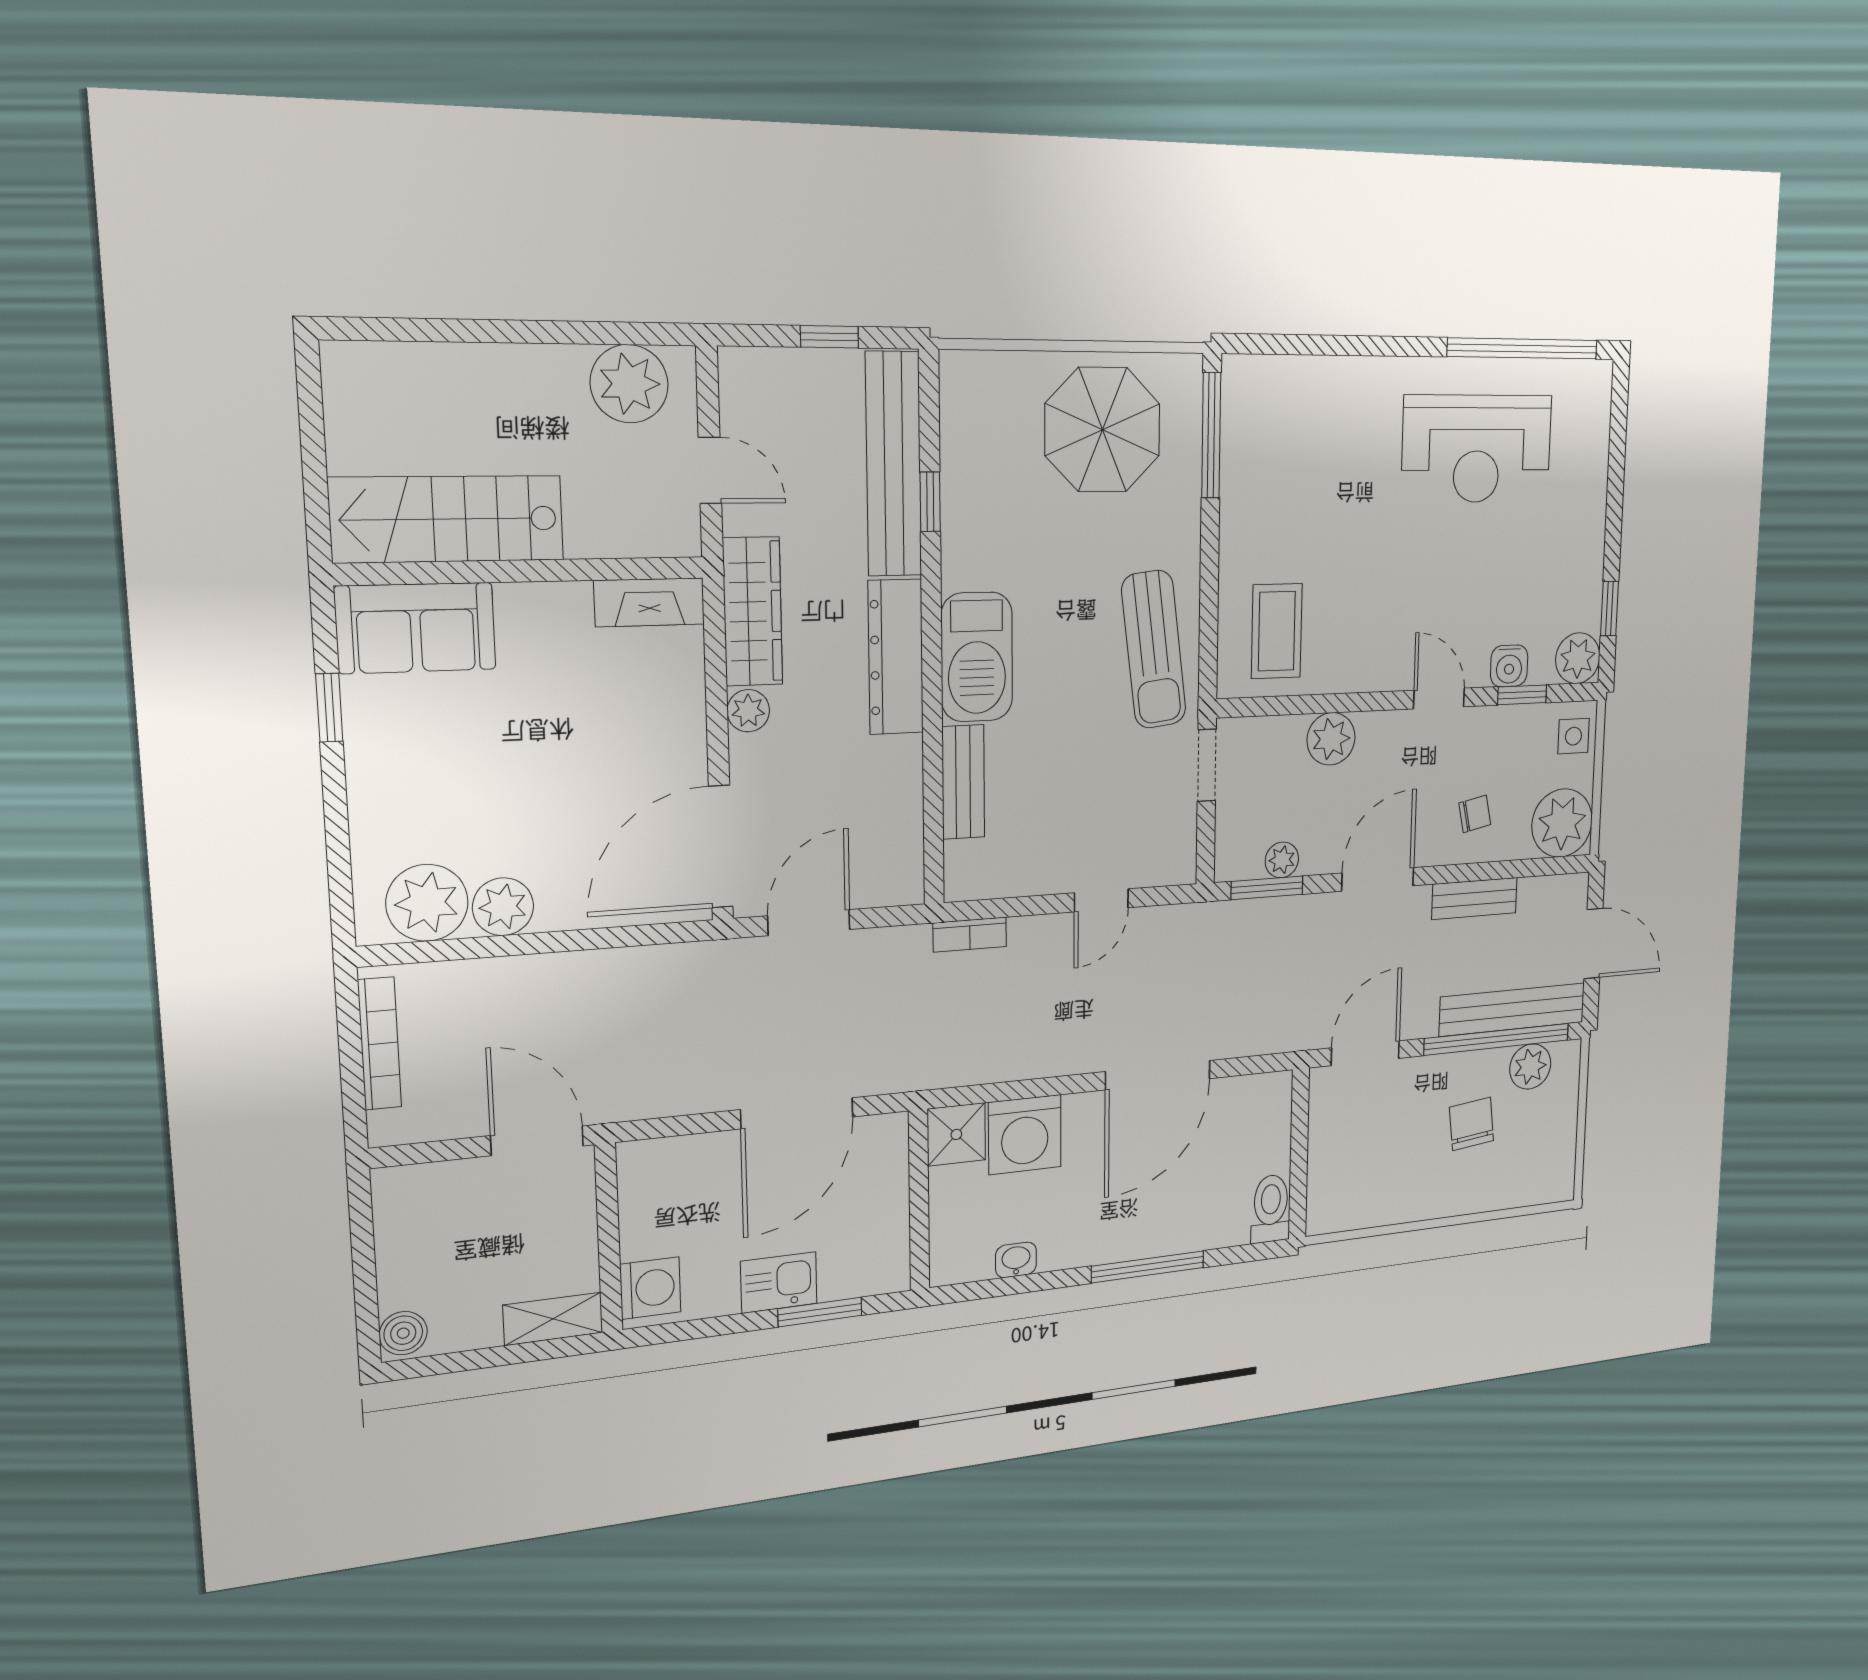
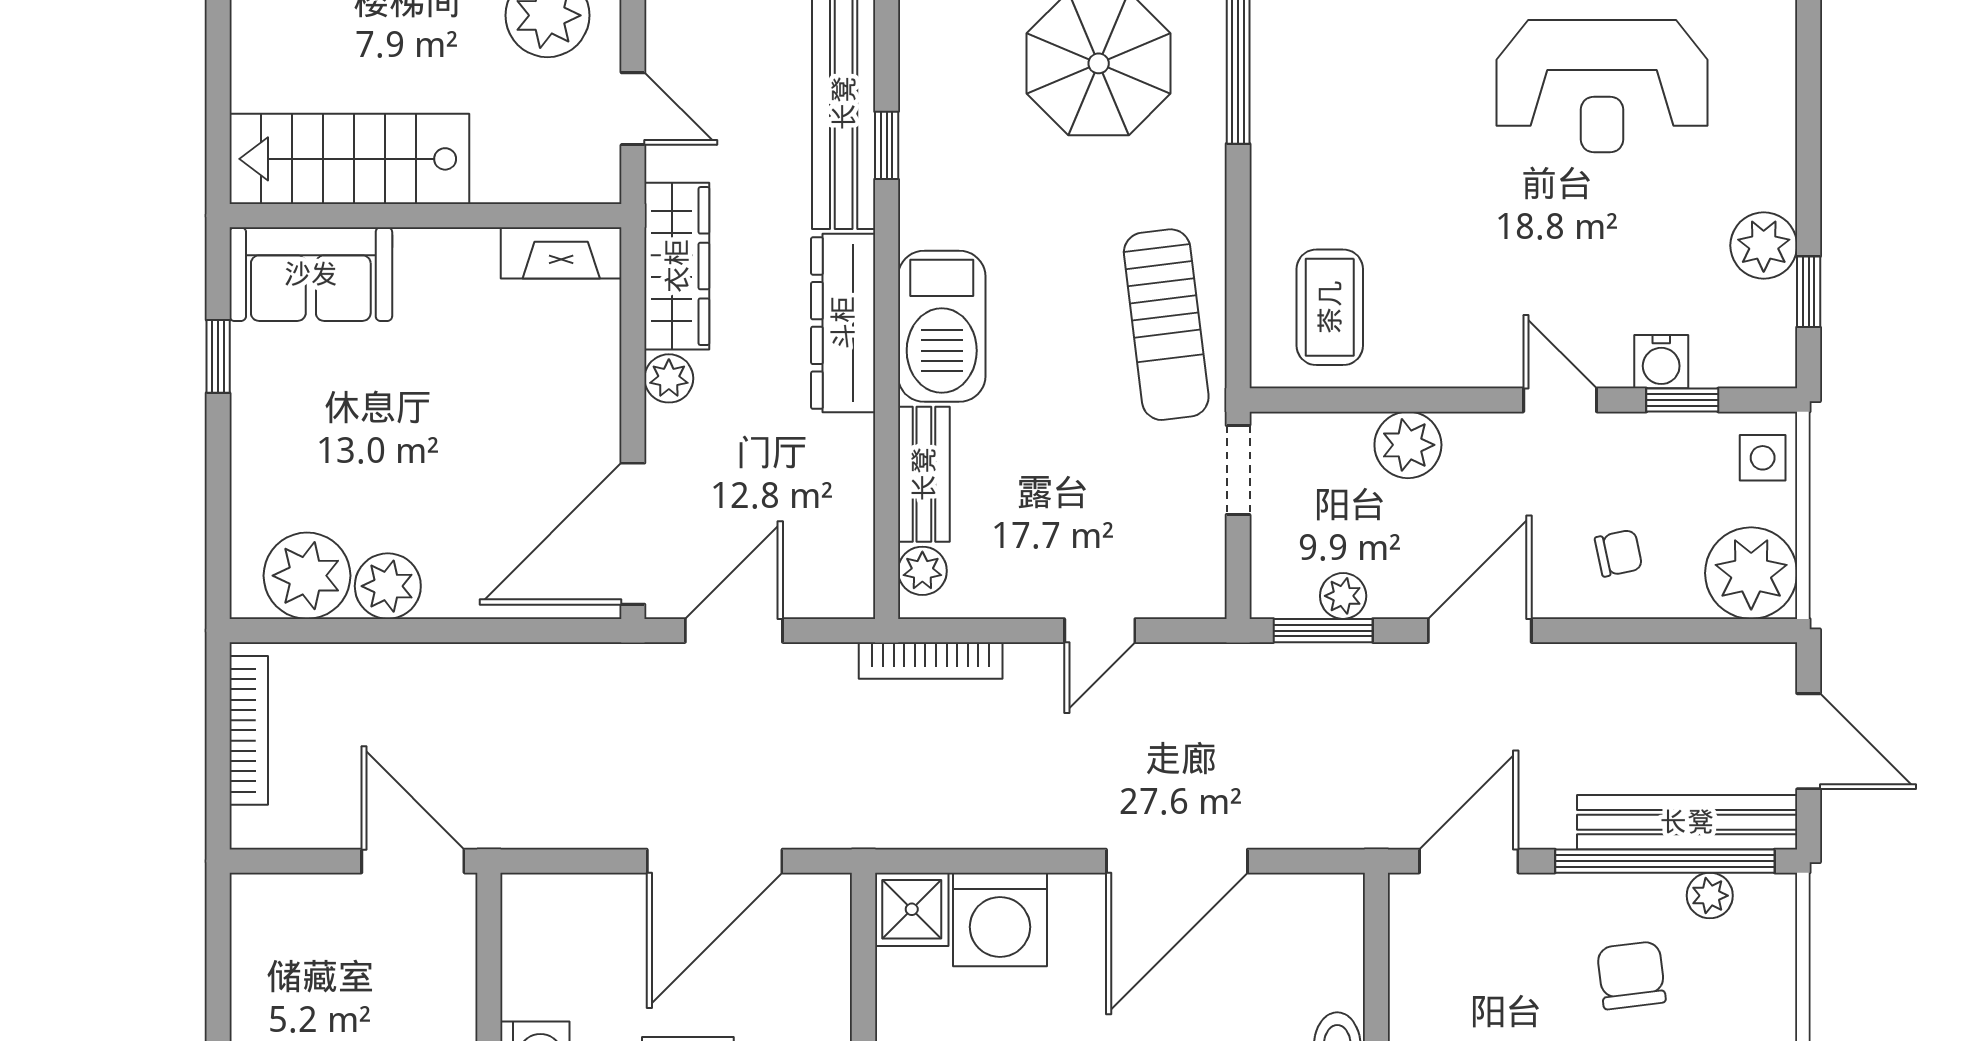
plant: (1578, 658) -> (1764, 245), moved
plant: (963, 862) -> (922, 571), added
bench: (1474, 898) -> (1623, 666), removed
bookcase: (970, 935) -> (931, 660), width x1.56
plant: (1530, 1066) -> (1710, 896), width x0.73, depth x0.73

